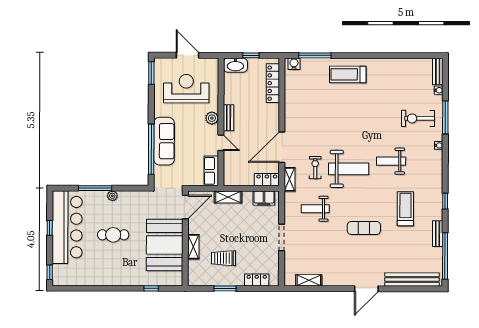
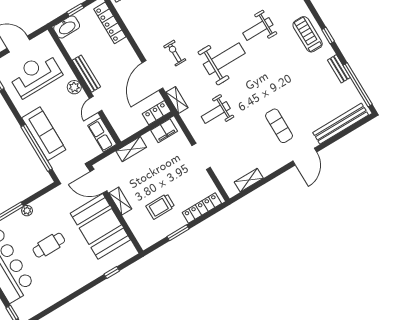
bench: (229, 118) -> (86, 74), width x1.36
door: (221, 143) -> (96, 104), swing flipped
exercise bike: (315, 168) -> (175, 53), moved
door: (185, 207) -> (98, 181), swing flipped
treadmill: (405, 209) -> (308, 34), moved
exercise mat: (364, 228) -> (279, 126), moved, turned 90
shelving: (193, 247) -> (120, 201), moved
locker: (257, 280) -> (202, 208), width x1.53

